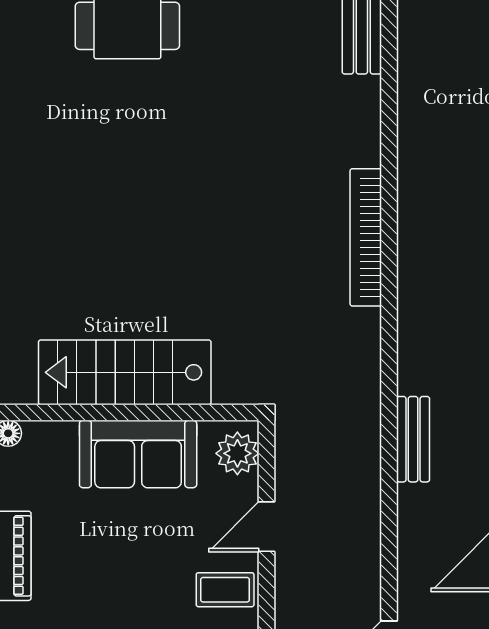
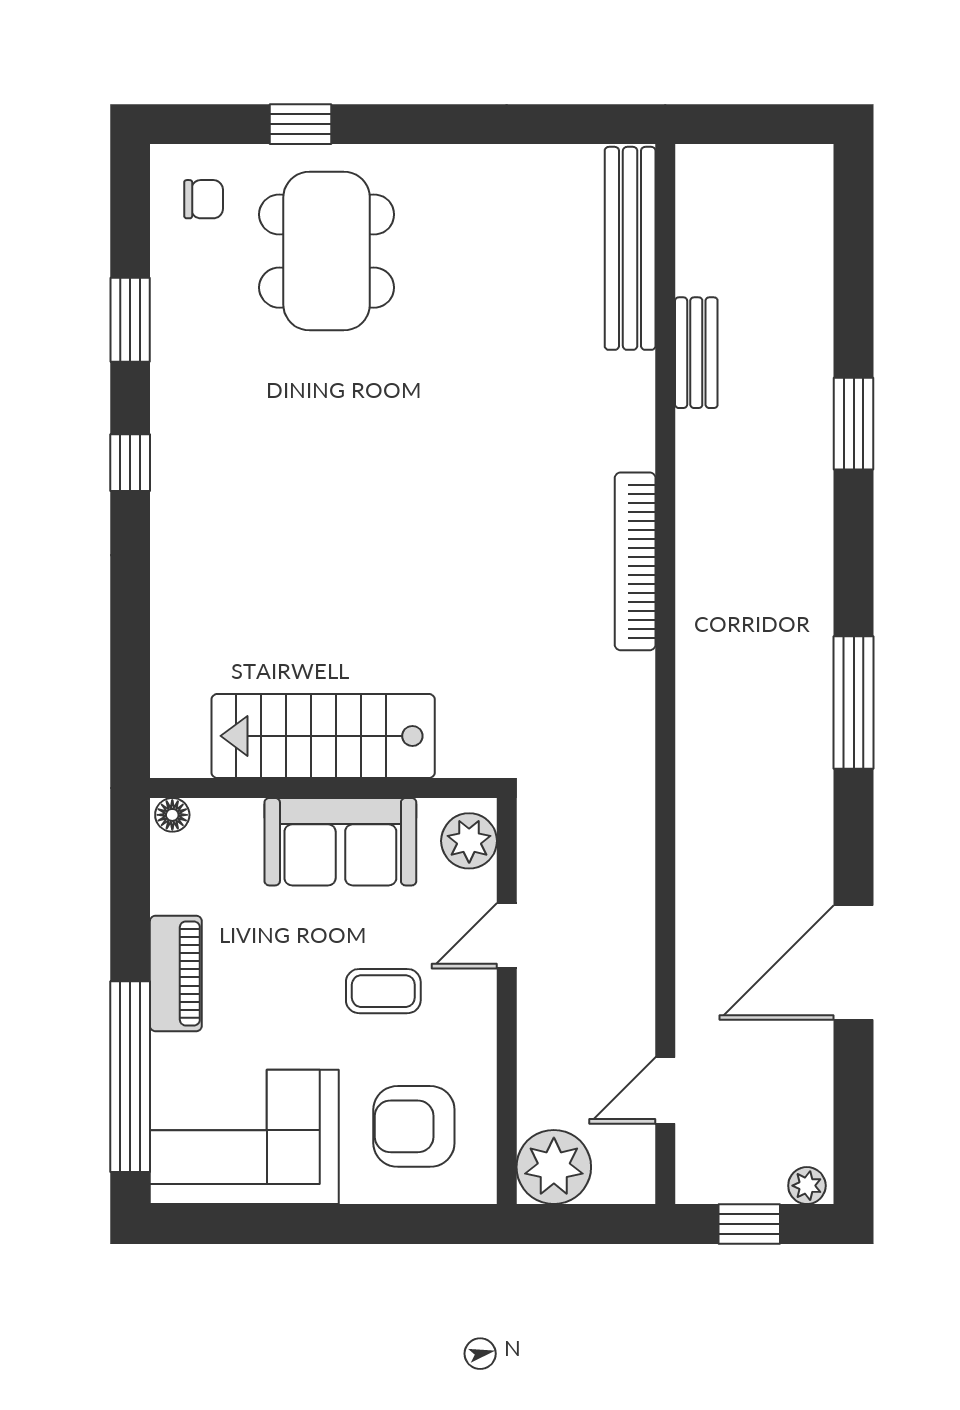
bench: (413, 439) -> (696, 353), moved
coffee table: (225, 590) -> (383, 991), moved

